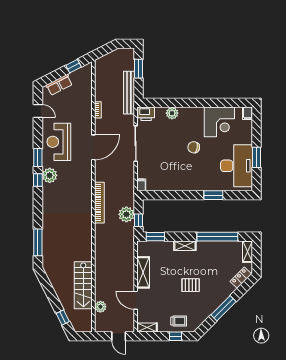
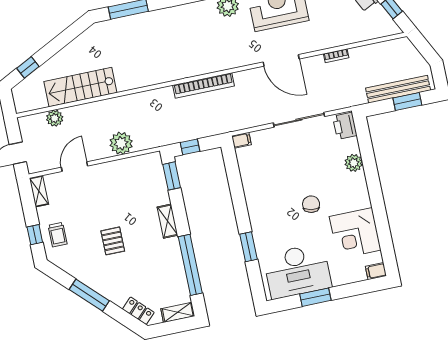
bench: (129, 93) -> (398, 89), moved
plant: (126, 214) -> (121, 143), moved
shelving: (143, 272) -> (117, 169), removed

